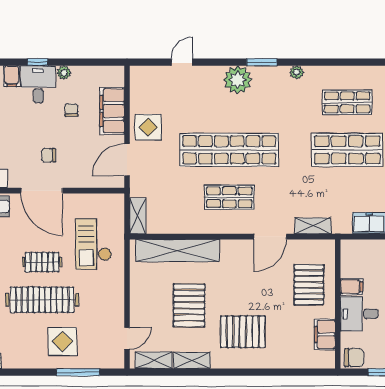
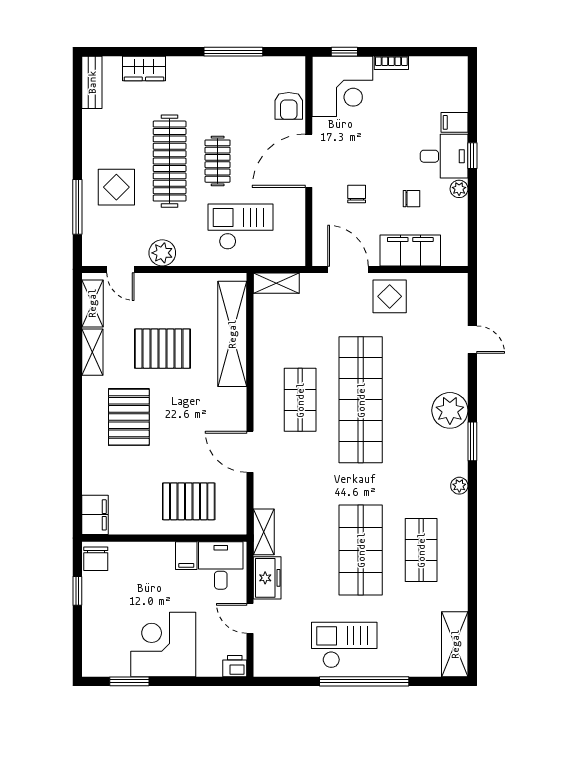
chair: (49, 155) -> (357, 194), moved
shelving: (313, 226) -> (264, 532), moved
plant: (114, 305) -> (162, 253), added
desk: (359, 314) -> (221, 565), moved
filing cabinet: (325, 334) -> (95, 515), moved, turned 90

